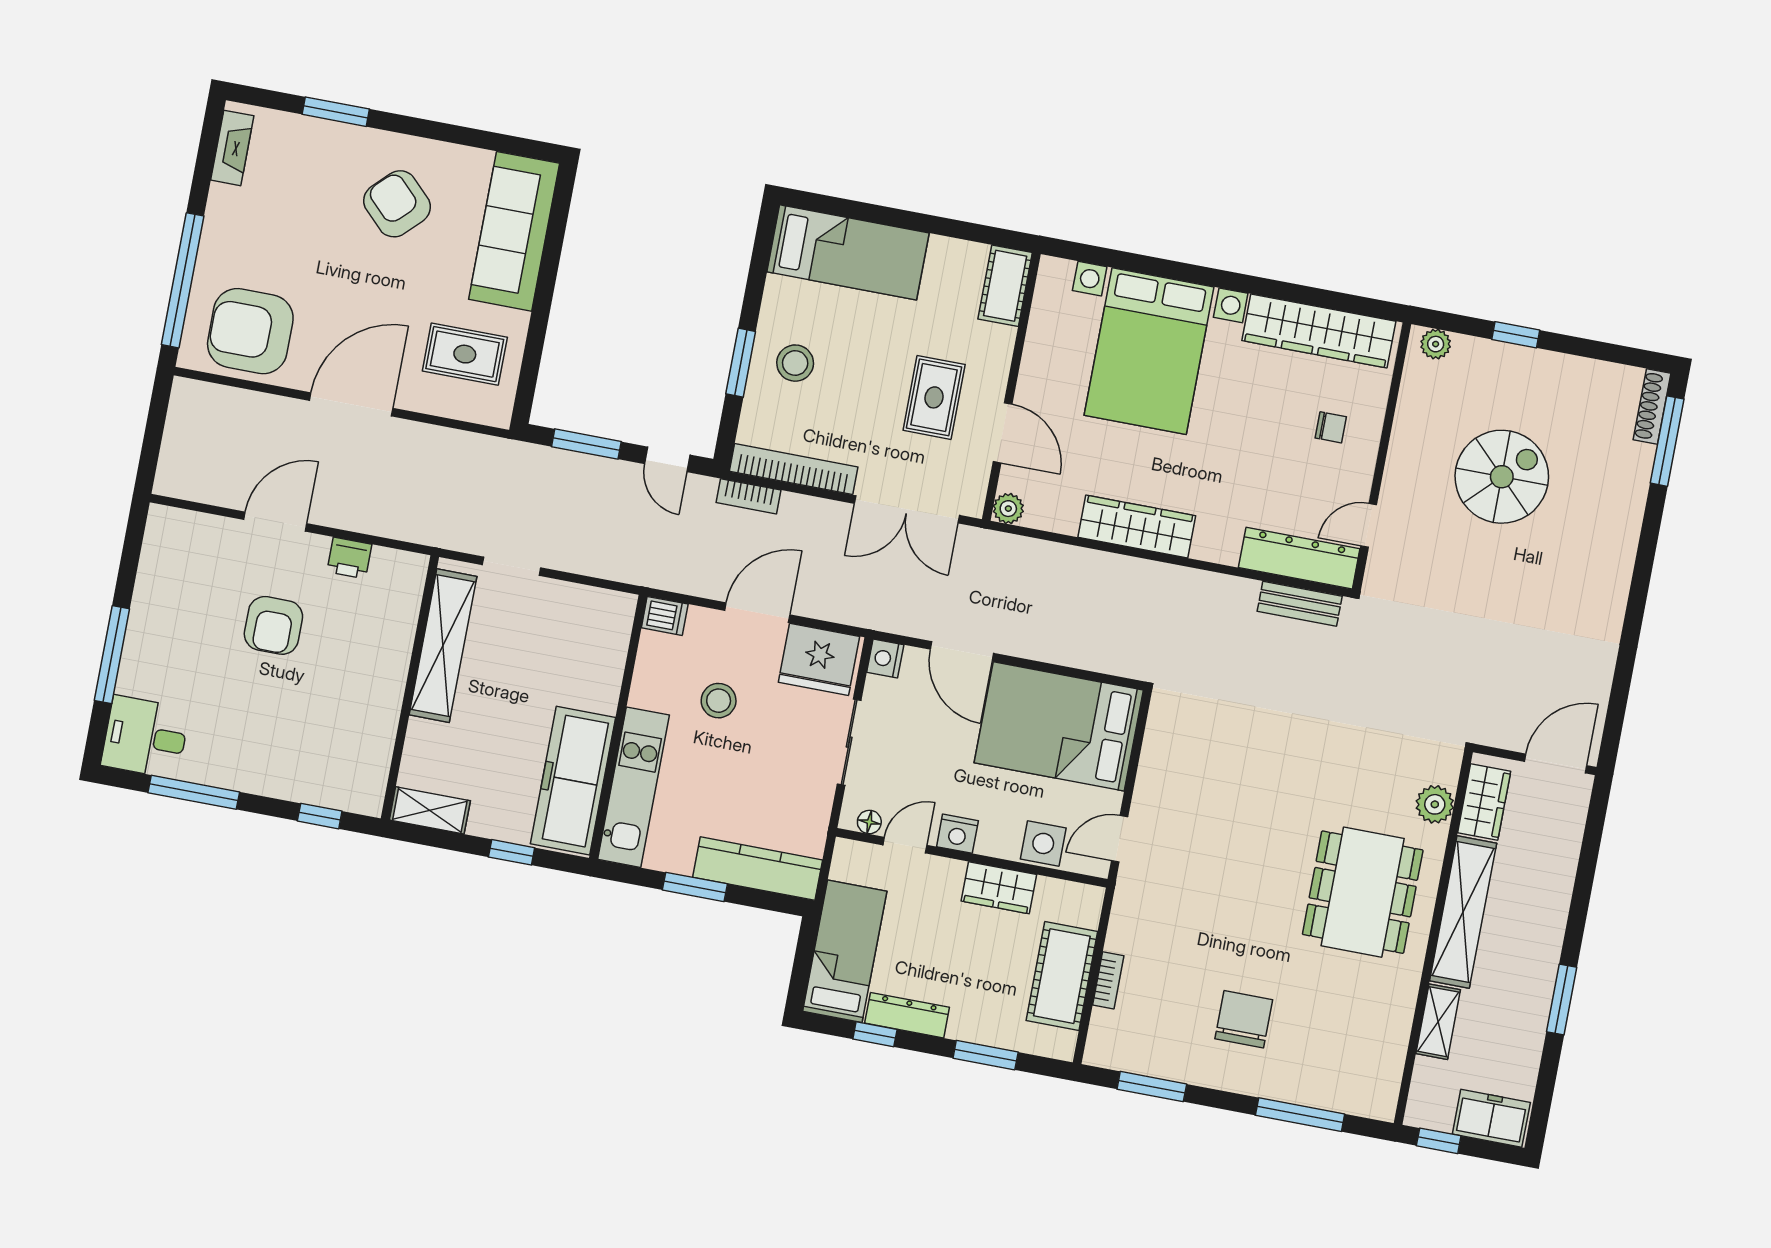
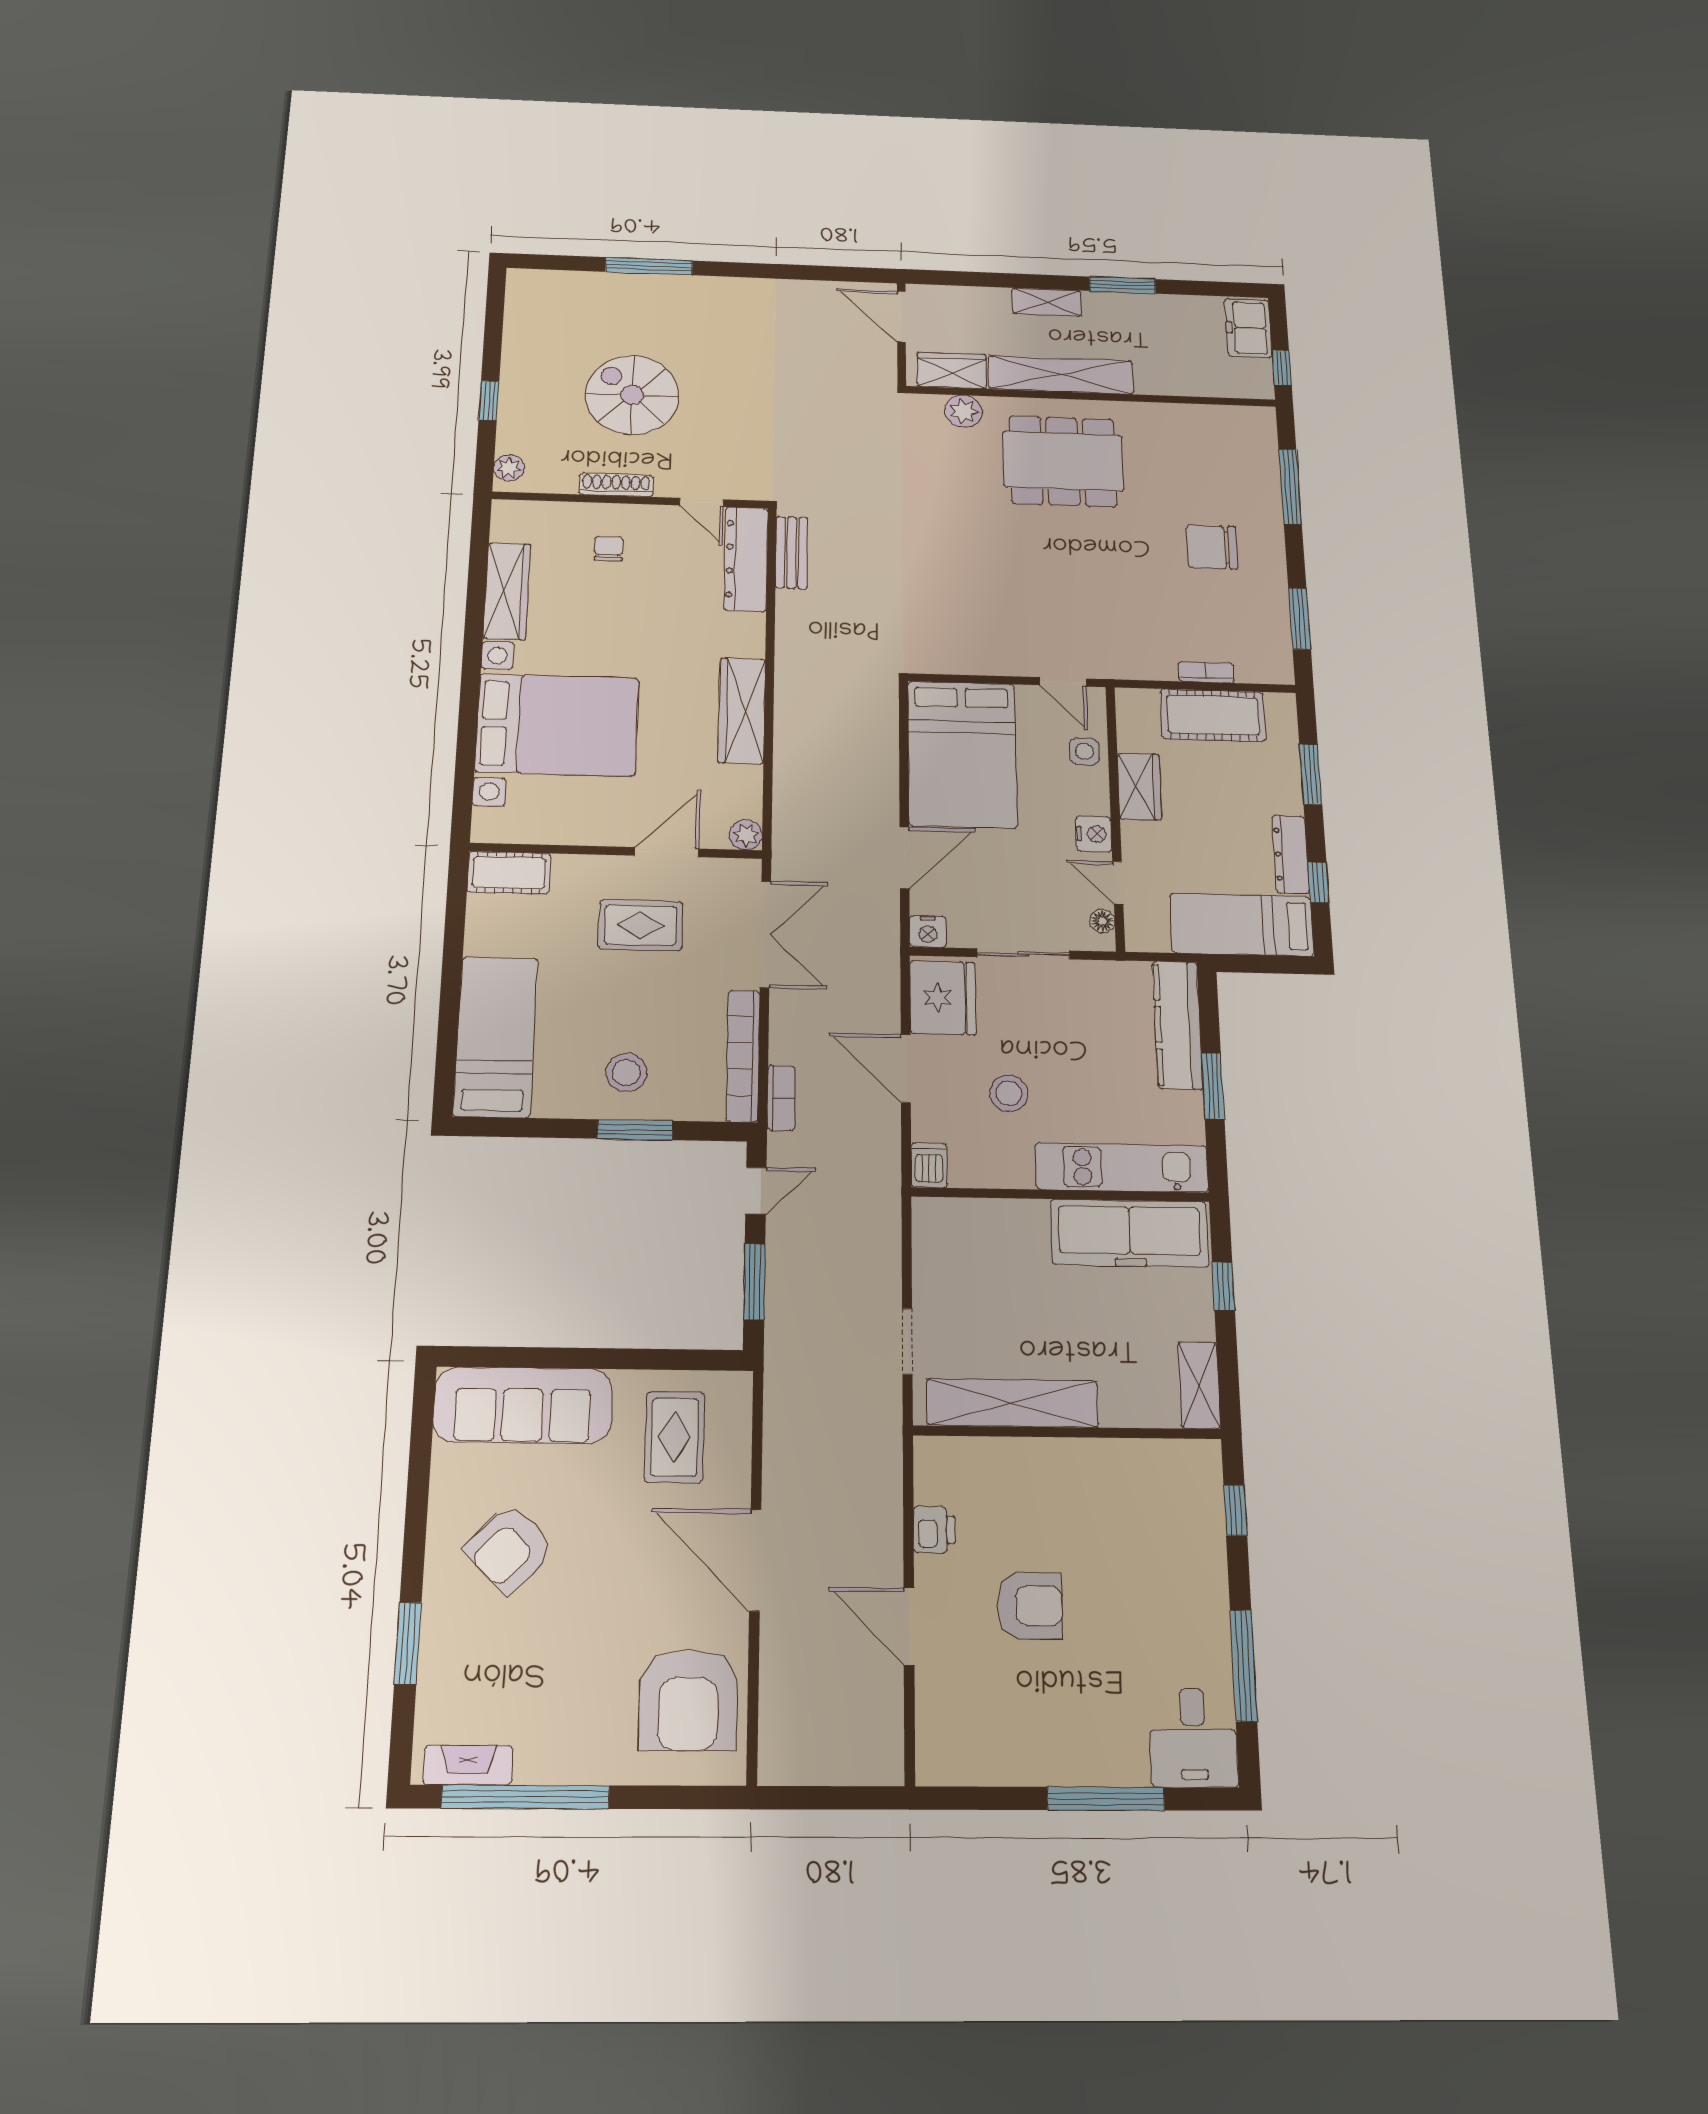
window: (183, 280) -> (525, 1797), moved
wardrobe: (1319, 331) -> (507, 591), width x0.71, depth x0.85
shoe rack: (1652, 407) -> (616, 485), moved, turned 180
window: (1667, 441) -> (649, 266), moved
side table: (1043, 843) -> (1084, 752), width x0.73, depth x0.73
shelving: (1438, 1022) -> (1047, 302), moved

